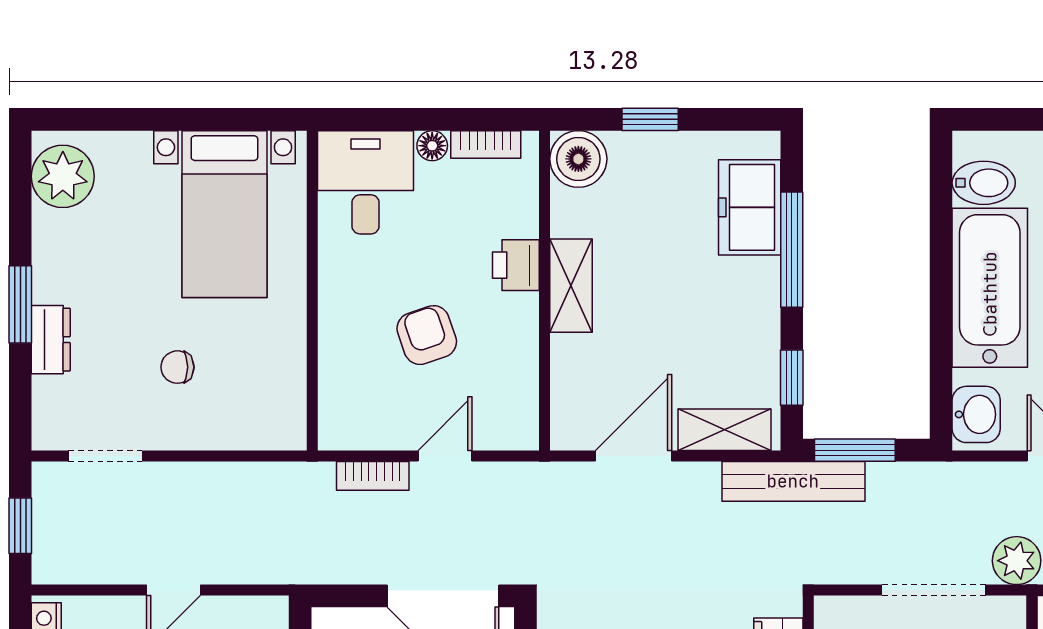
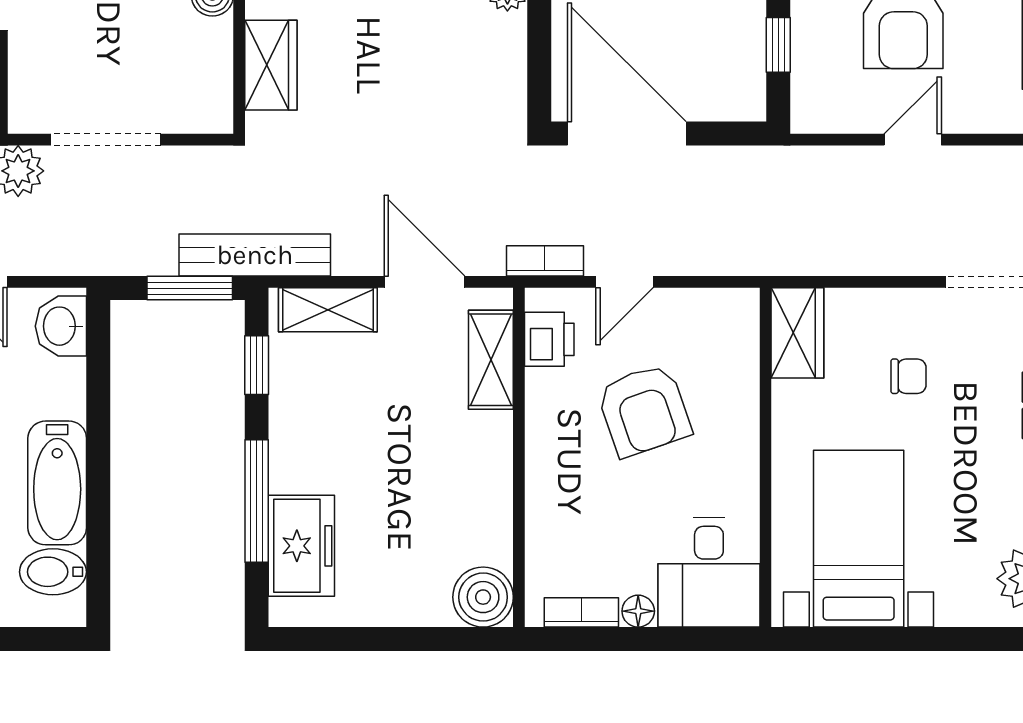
window: (650, 119) -> (407, 639), removed
printer: (516, 265) -> (549, 339), moved
shelving: (571, 286) -> (491, 360), moved
bathtub: (990, 288) -> (57, 483), width x0.73, depth x0.73
armchair: (427, 335) -> (644, 410), width x1.38, depth x1.38
wardrobe: (282, 408) -> (797, 333), added
door: (634, 456) -> (424, 282), swing flipped
bookcase: (373, 476) -> (545, 261), moved

